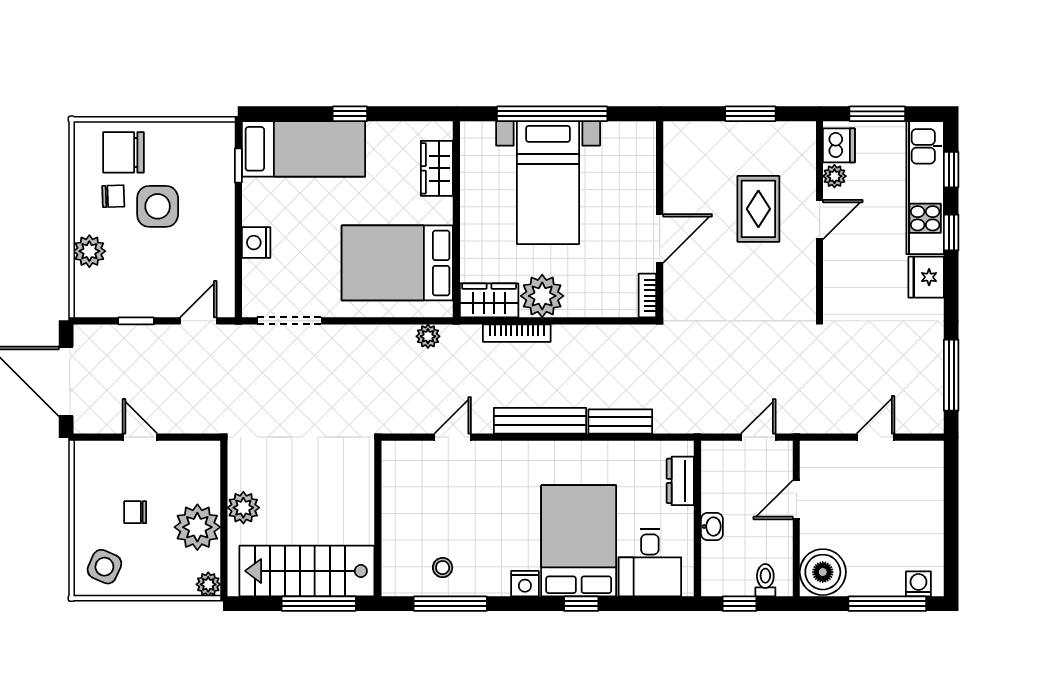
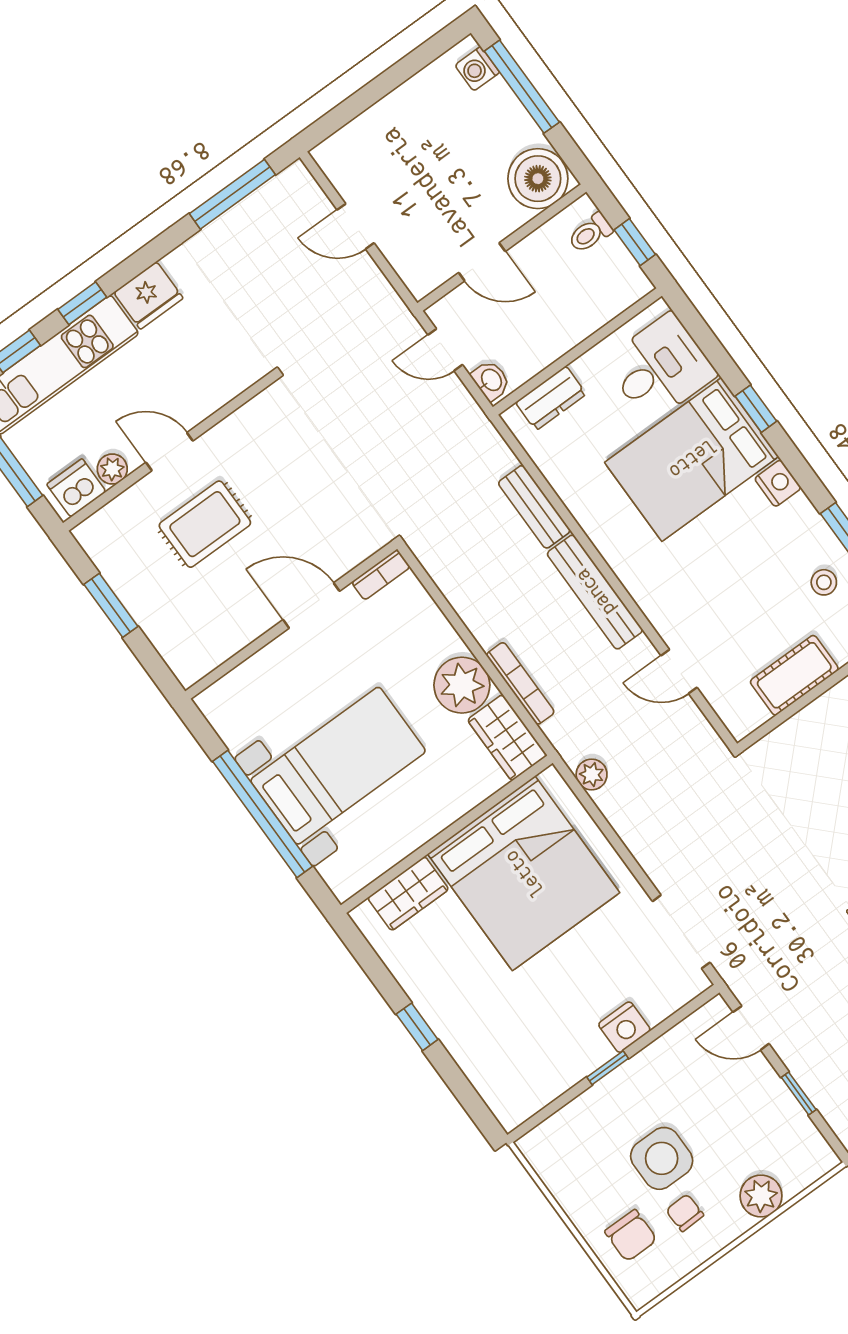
bed: (304, 149) -> (489, 1049), removed
chair: (123, 152) -> (631, 1236), width x0.73, depth x0.73
window: (238, 165) -> (608, 1068), moved
bed: (397, 263) -> (524, 873), width x1.36
cot: (398, 507) -> (794, 675), added
washbasin: (712, 527) -> (491, 380), moved, turned 90

